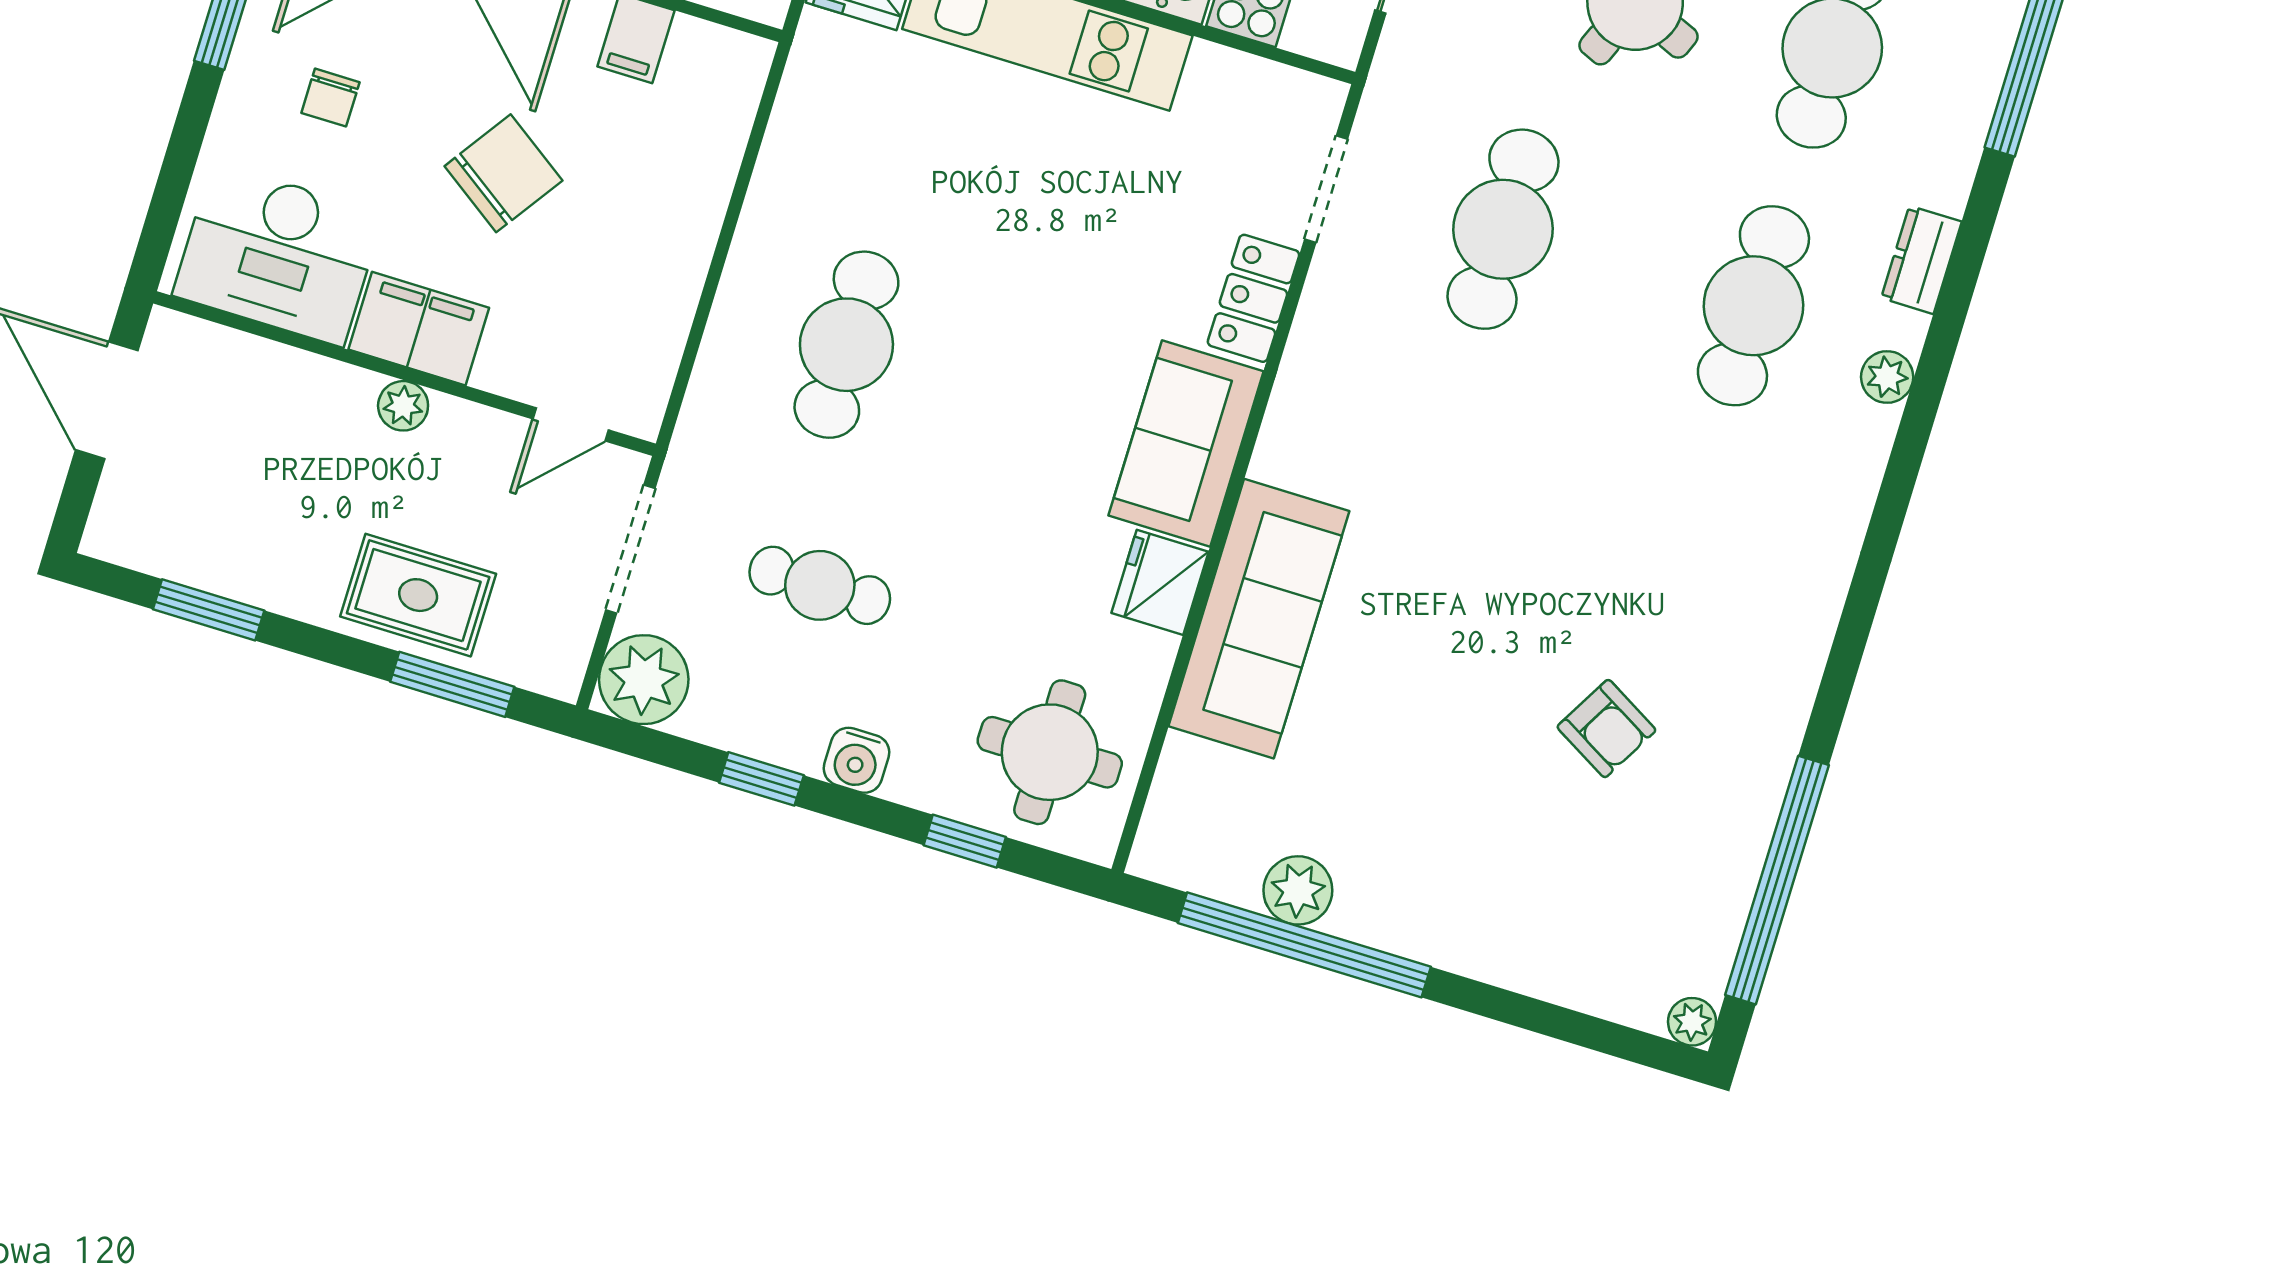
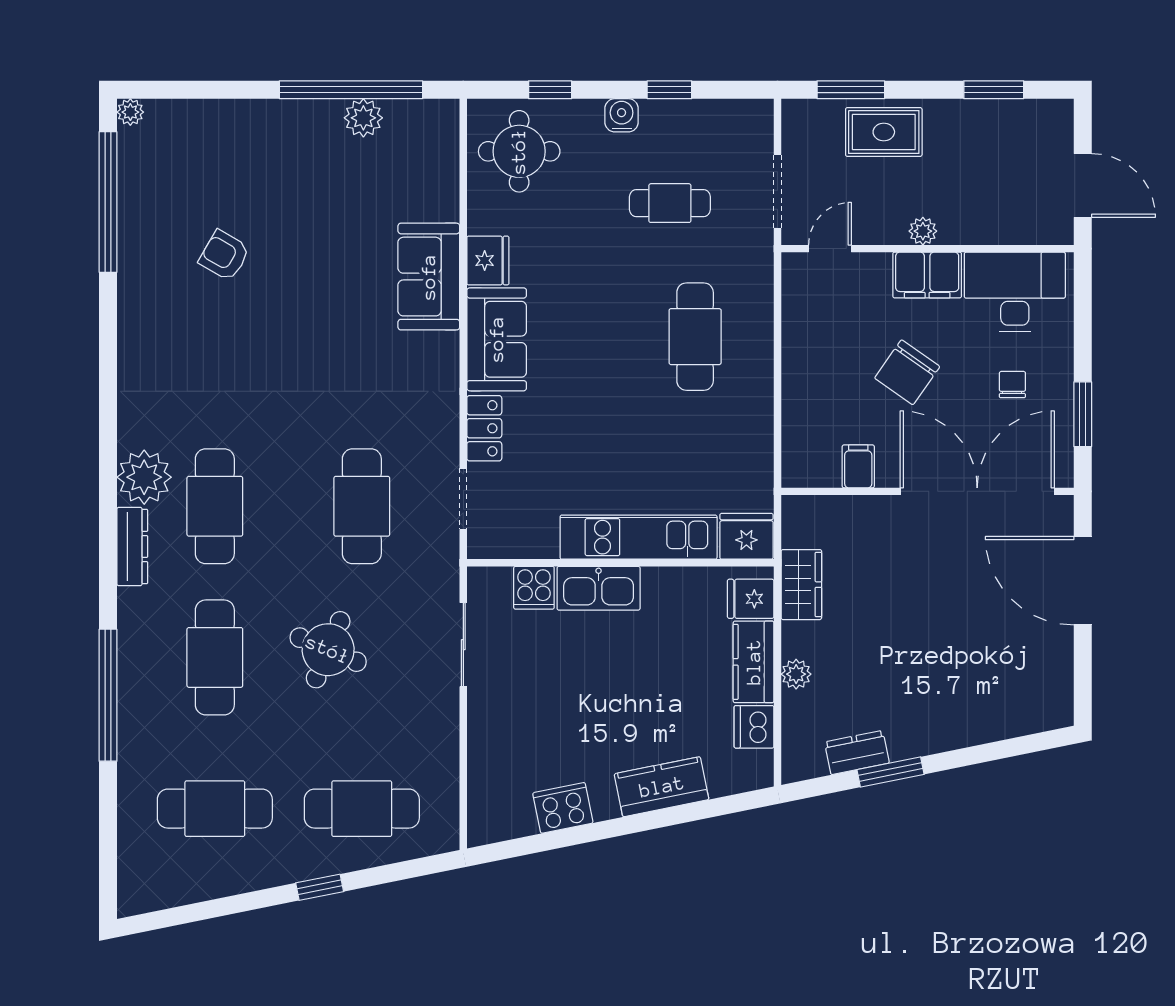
dresser: (1921, 260) -> (132, 547), width x1.44
plant: (1887, 377) -> (144, 477), width x1.88, depth x1.88
sofa: (1259, 619) -> (429, 277), width x0.73
plant: (644, 680) -> (749, 124), removed

